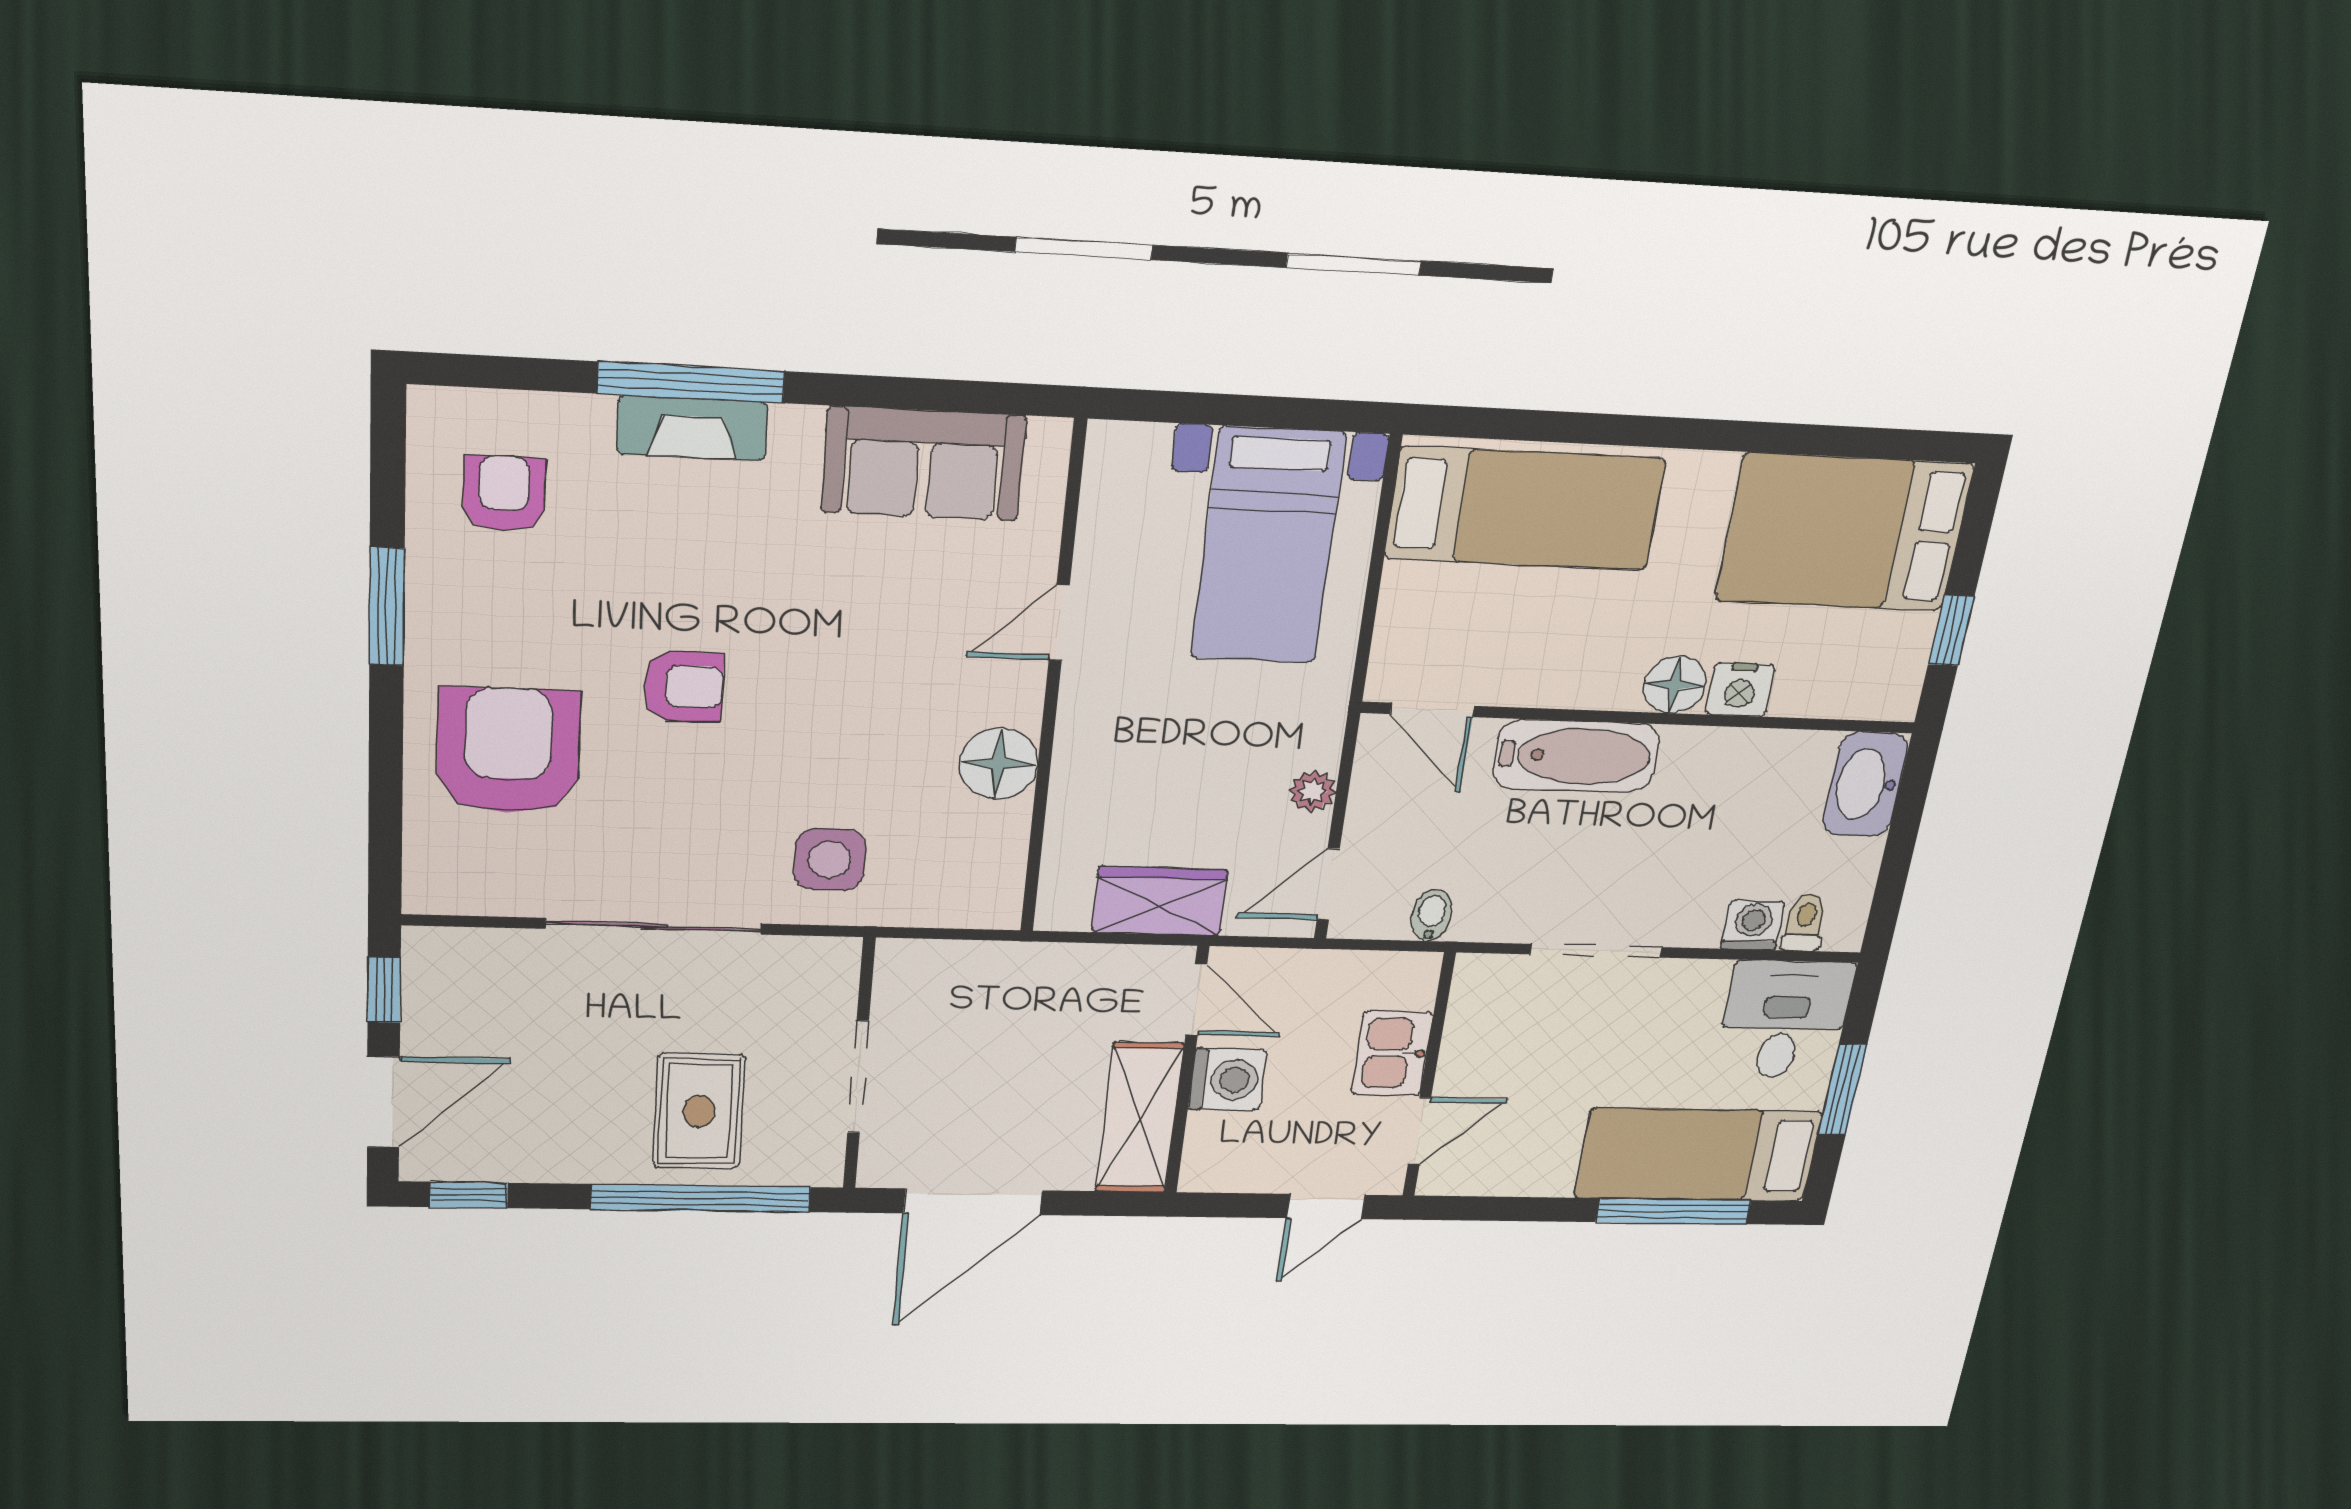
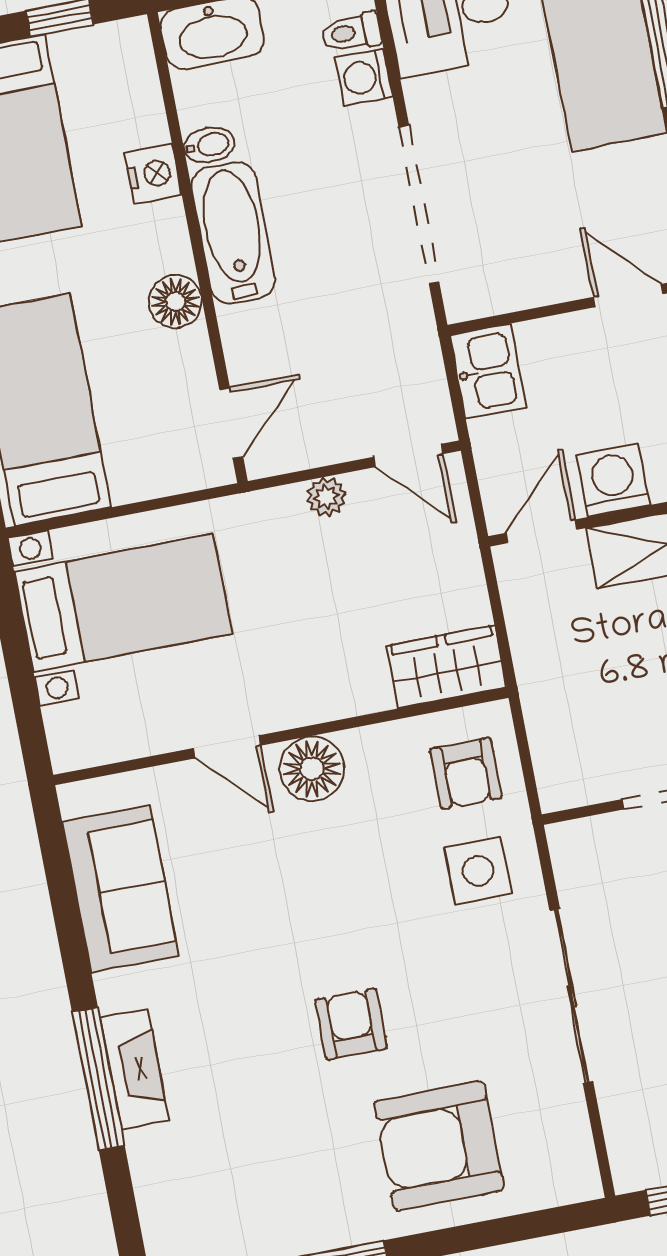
armchair: (504, 494) -> (466, 773), moved, turned -90
floor lamp: (1675, 685) -> (175, 302), moved
bathtub: (1576, 756) -> (233, 233), moved
floor lamp: (998, 764) -> (312, 769), moved
wardrobe: (1159, 901) -> (447, 667), moved, turned 90
bidet: (1432, 915) -> (209, 145), moved, turned 180
doorway: (1596, 951) -> (419, 205), width x1.36
kitchen sink: (1392, 1053) -> (488, 371), moved, turned -90

